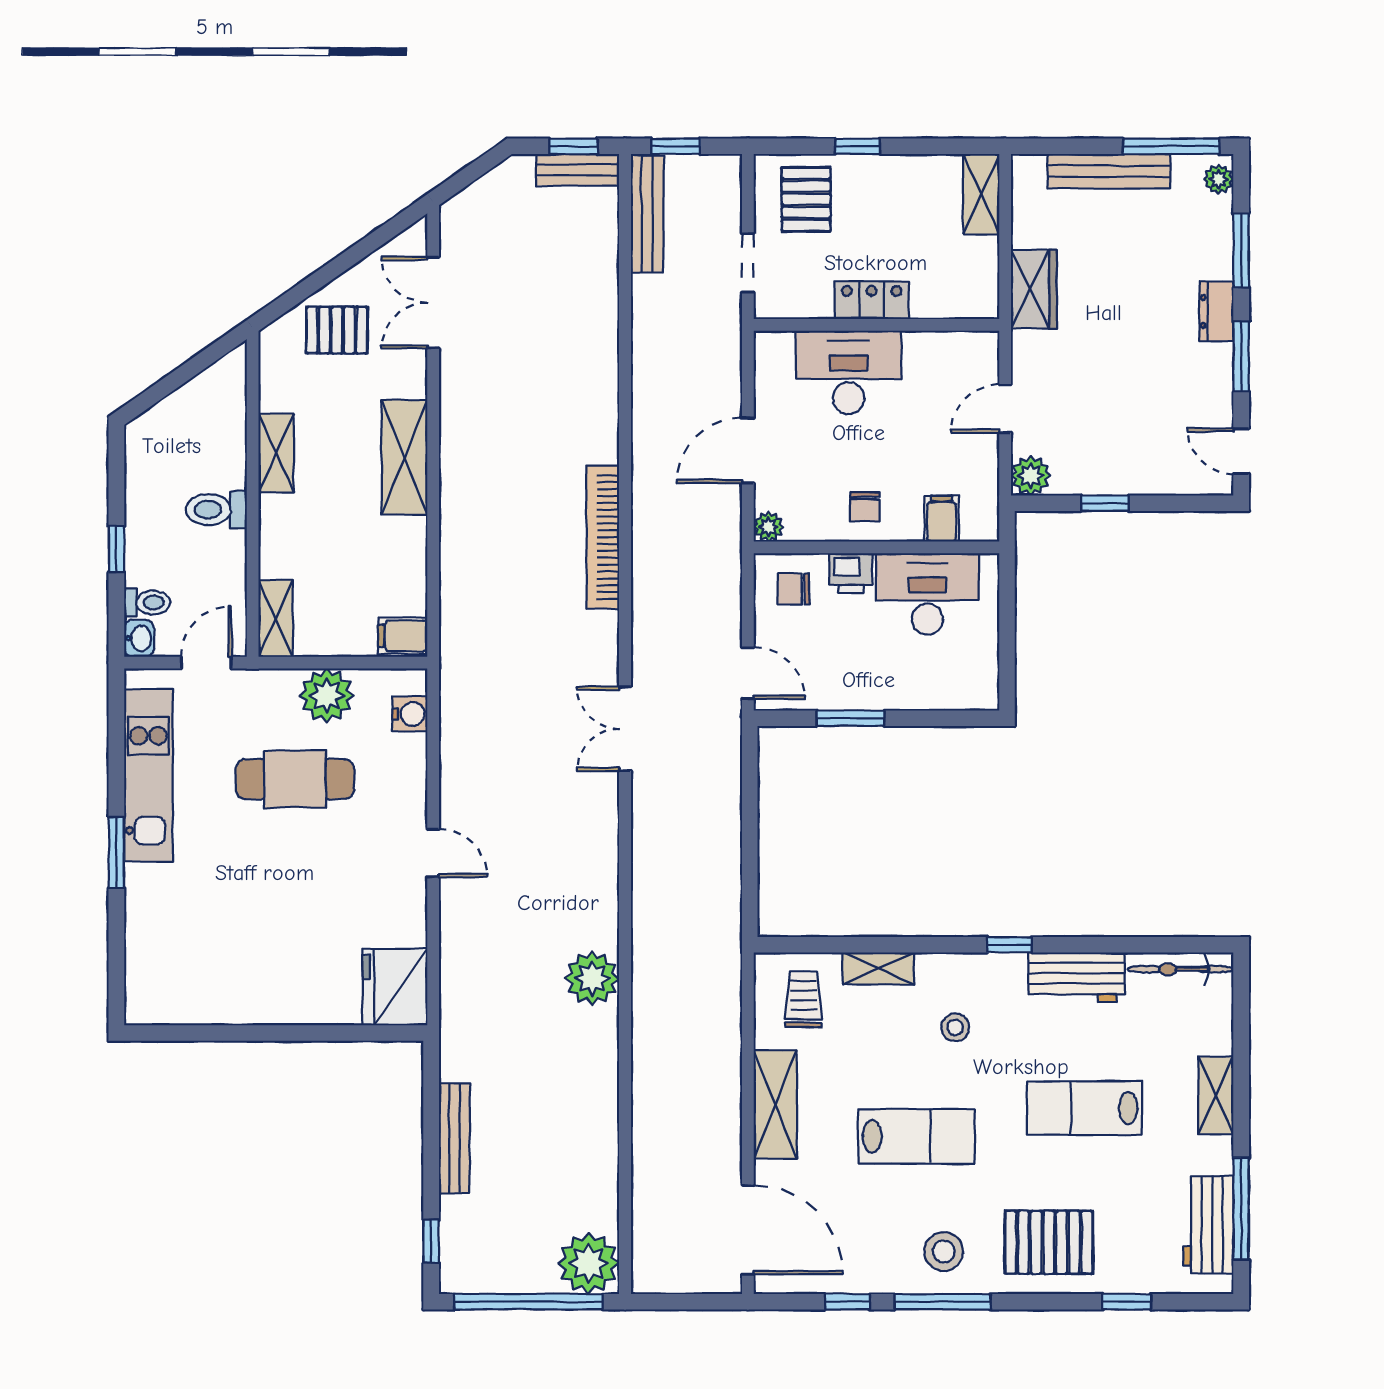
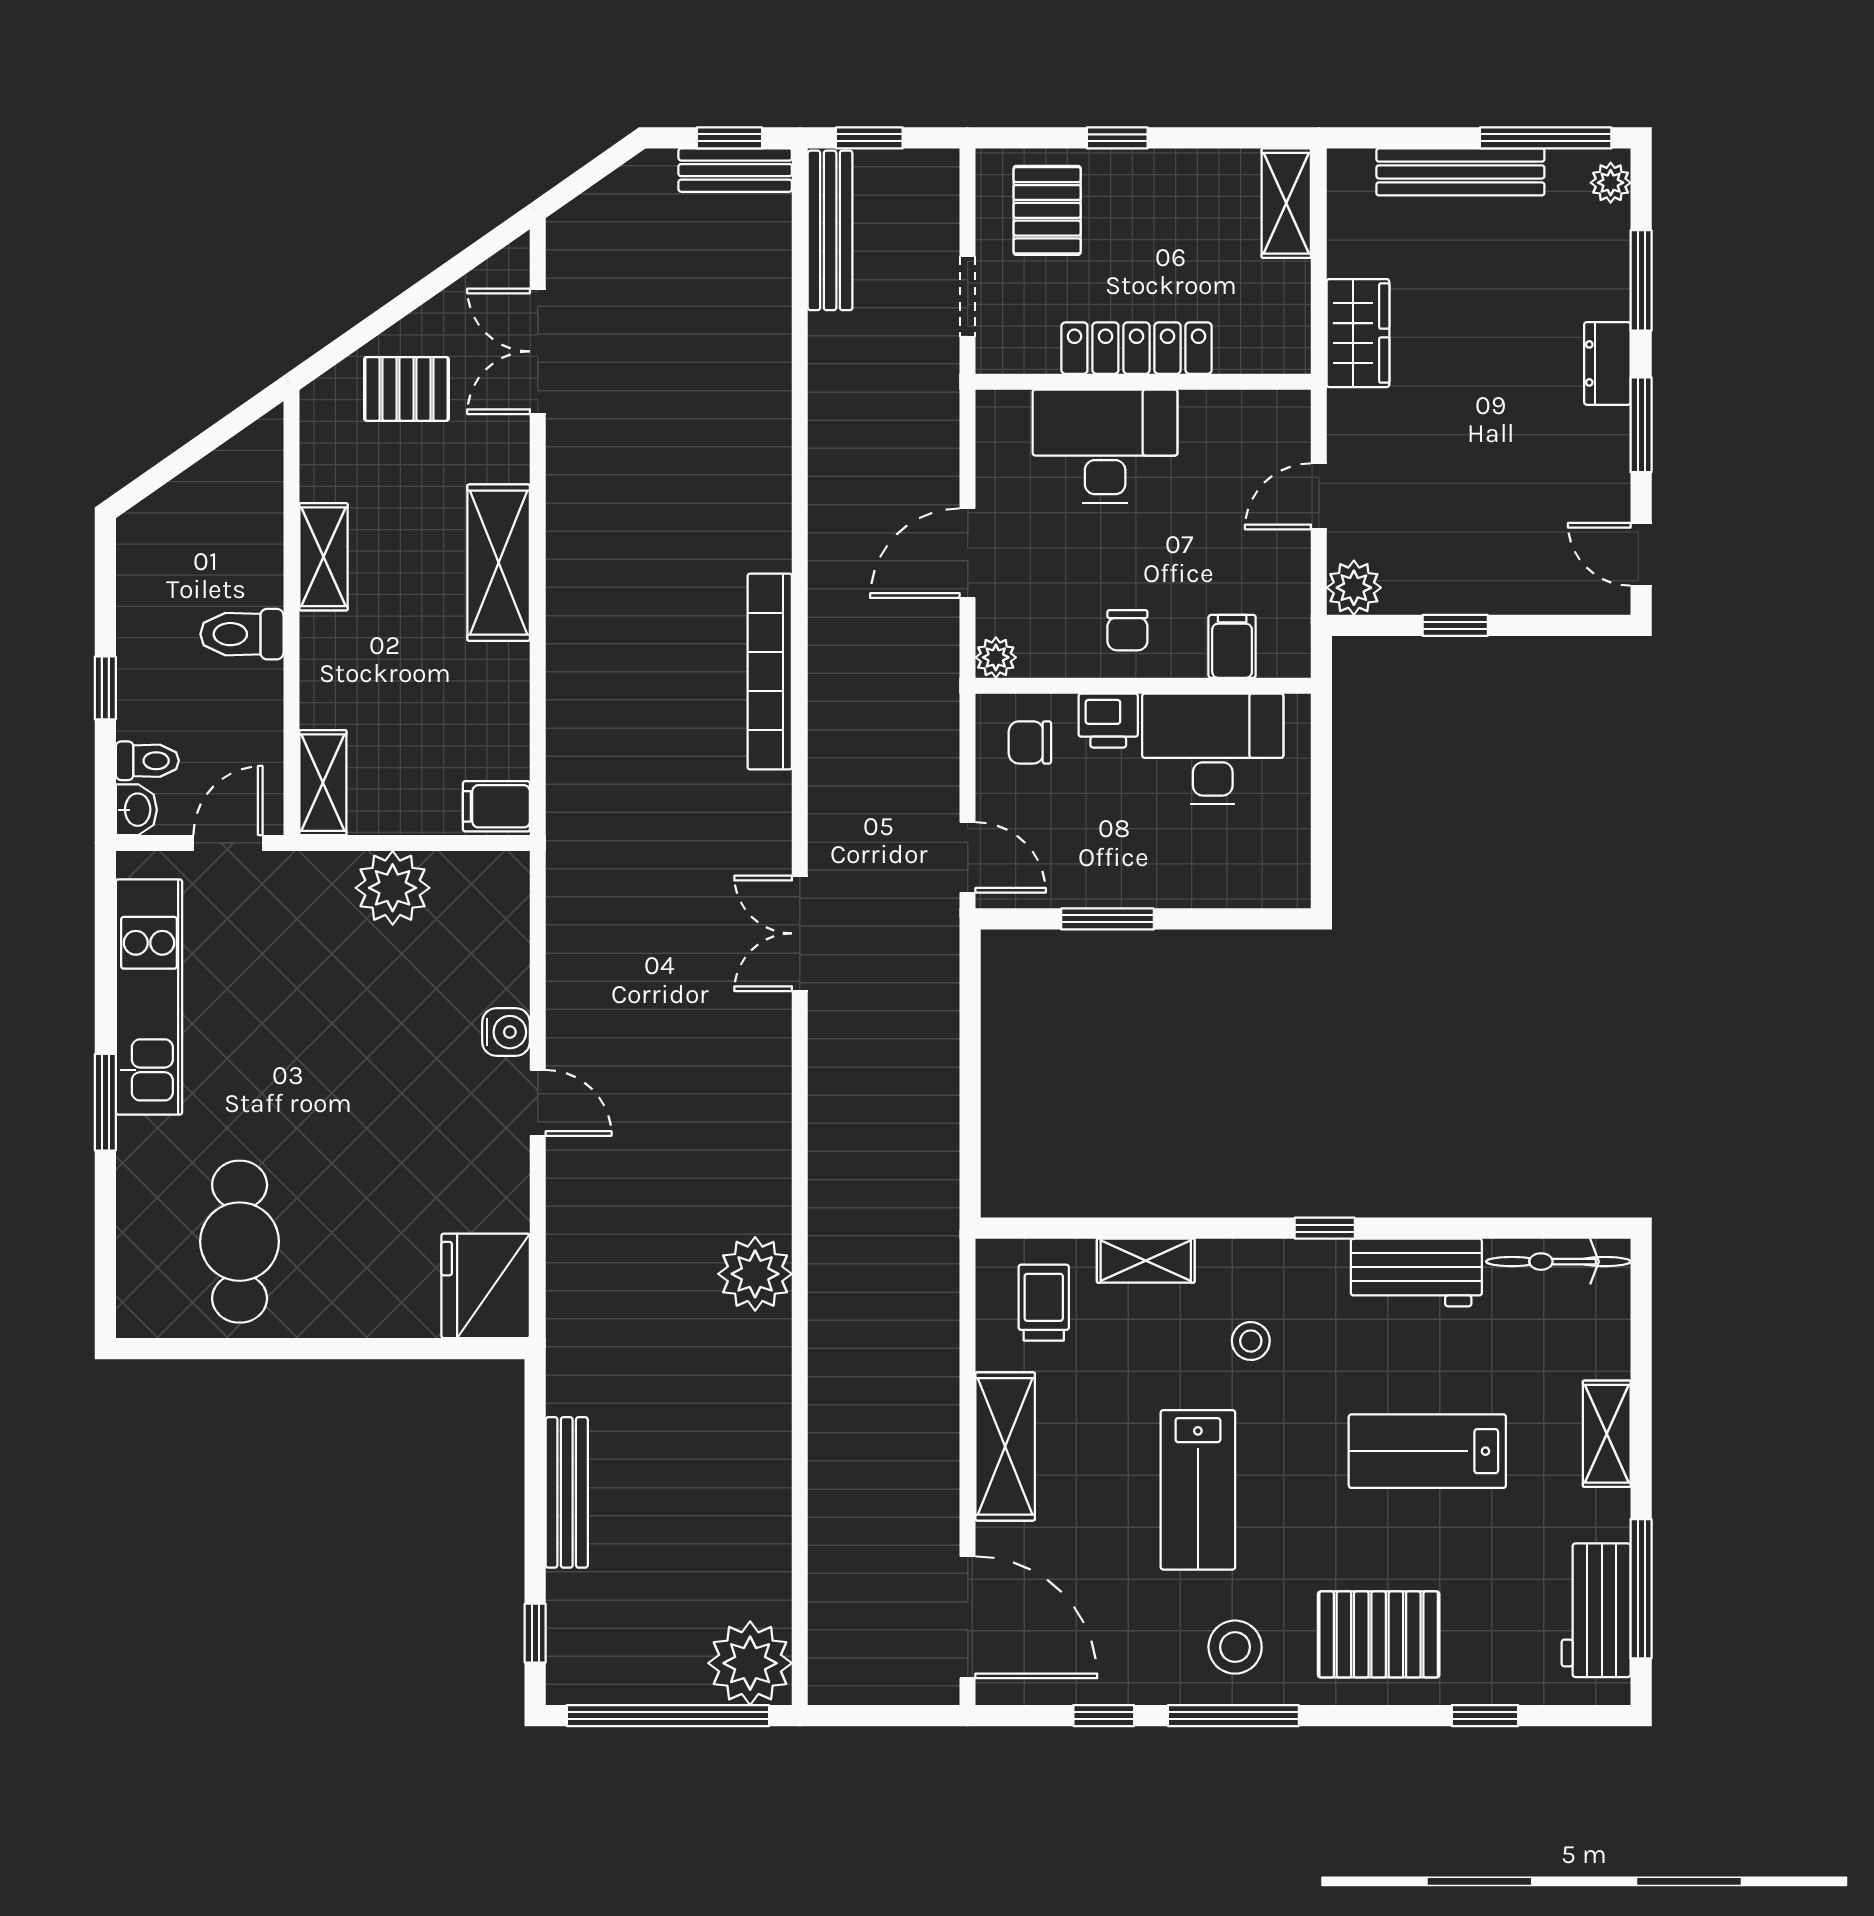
locker: (872, 300) -> (1136, 348), width x1.53
water cooler: (410, 714) -> (506, 1032), moved
cafe table: (295, 779) -> (240, 1242), moved, turned 90
lab bench: (917, 1136) -> (1198, 1490), turned 90

